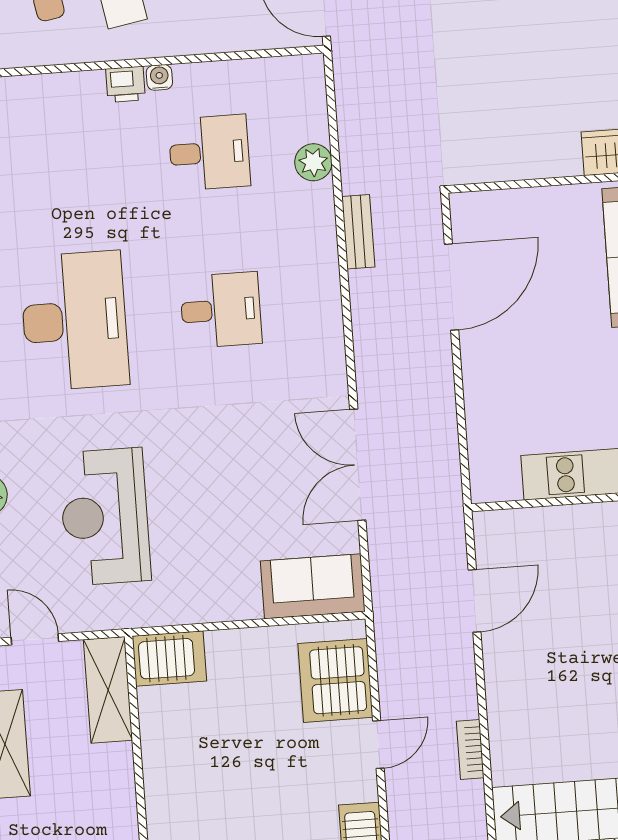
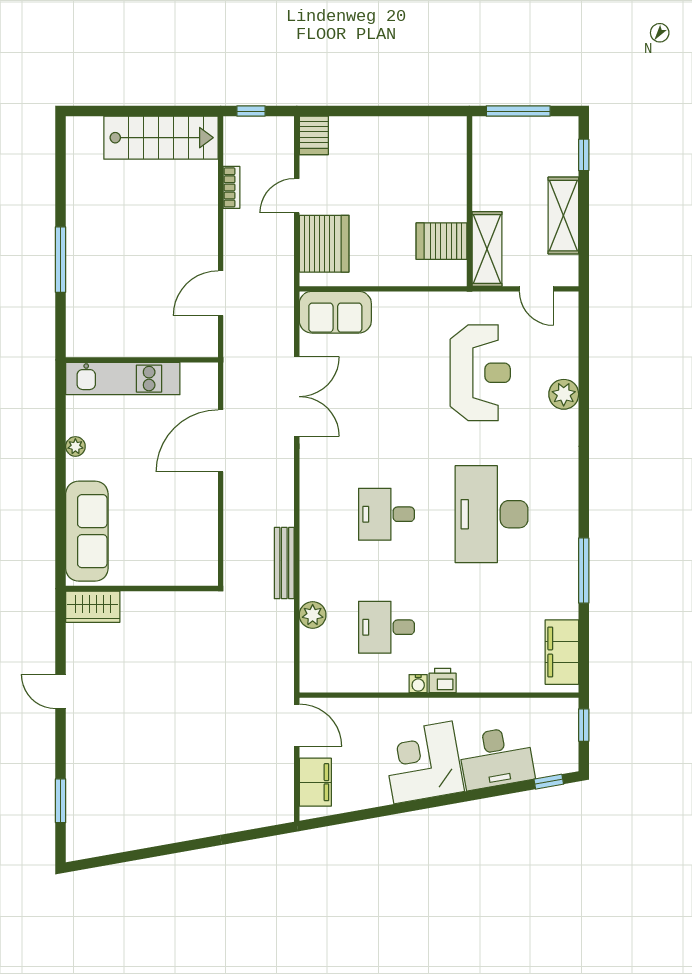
bench: (358, 232) -> (284, 563), width x1.36
door: (451, 287) -> (221, 441), moved
server rack: (169, 658) -> (442, 241), moved

